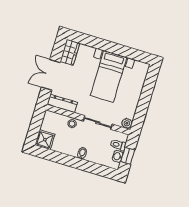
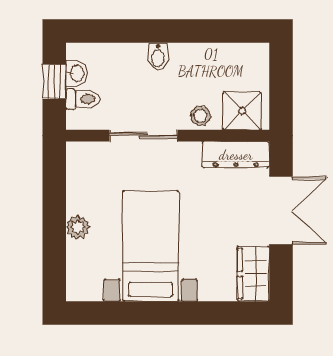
plant: (127, 123) -> (78, 227), moved
shower: (45, 140) -> (242, 111), moved

